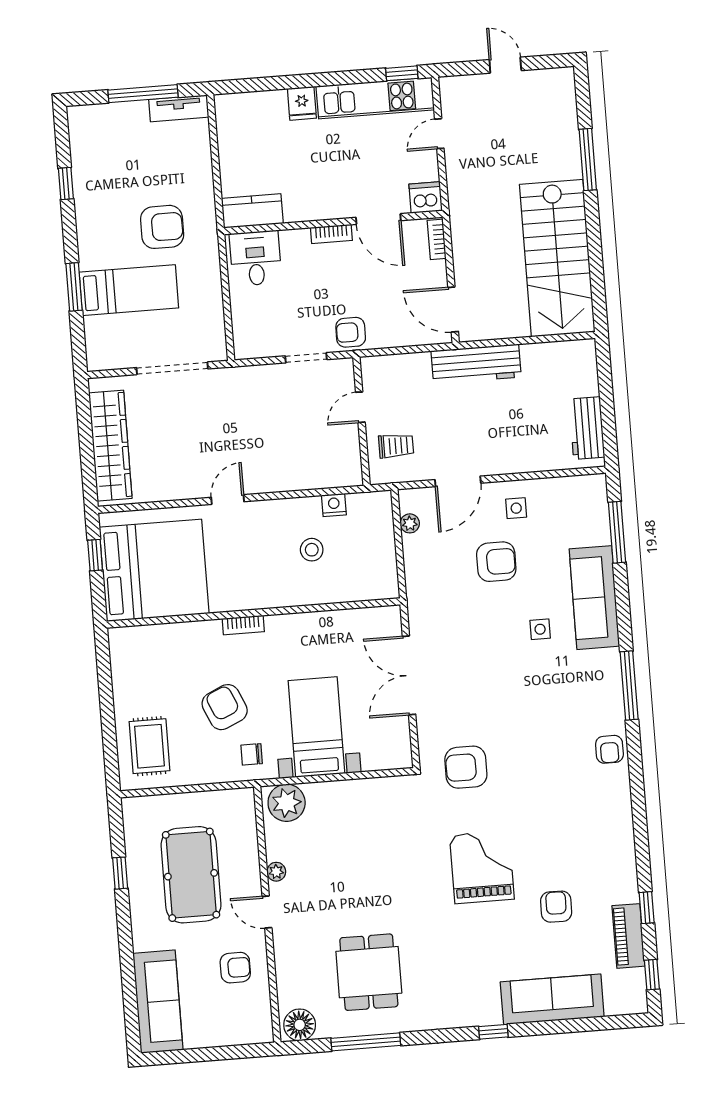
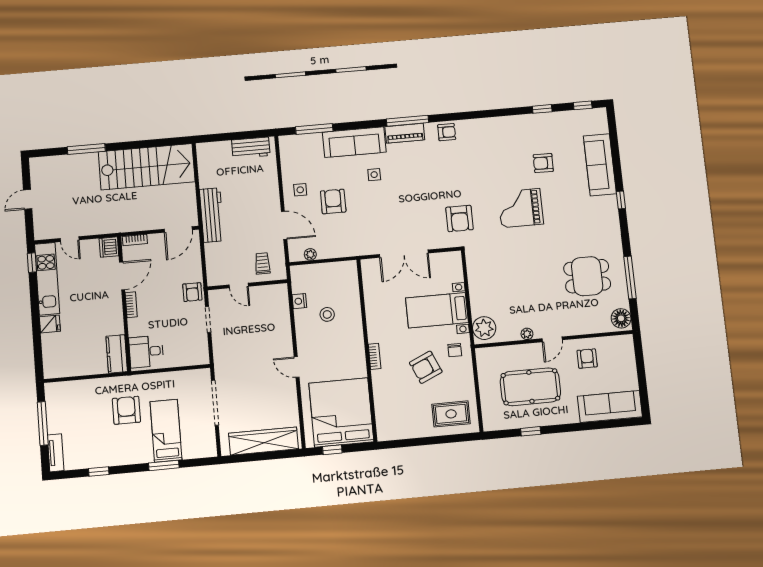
tv unit: (179, 108) -> (56, 453), moved
piano: (628, 936) -> (405, 133), moved

